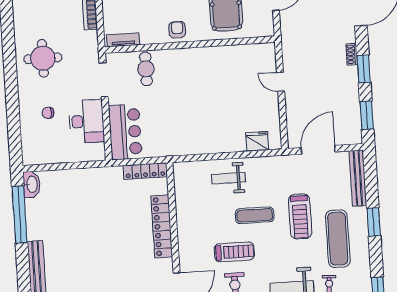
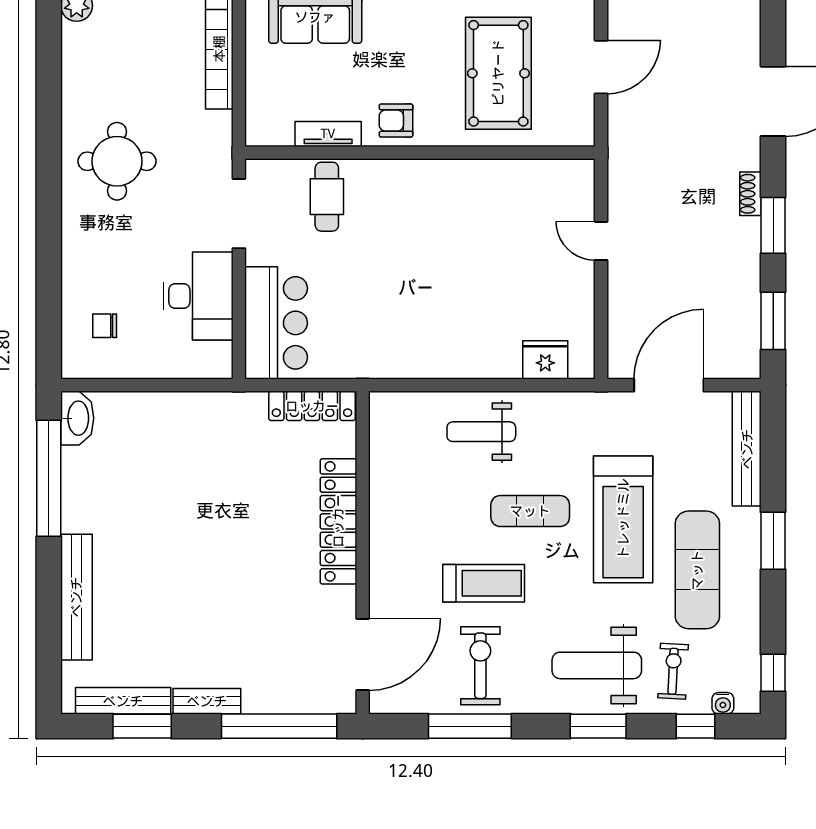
armchair: (177, 30) -> (396, 121), turned -90
tv unit: (123, 40) -> (328, 134), moved
chair: (48, 113) -> (105, 326), moved
treadmill: (300, 216) -> (623, 519), width x1.37, depth x1.38

